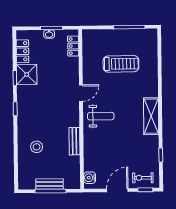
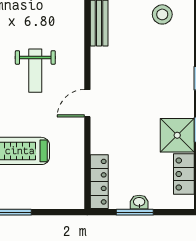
locker: (73, 46) -> (99, 182), width x1.53
weight bench: (101, 116) -> (35, 71), moved, turned -90

